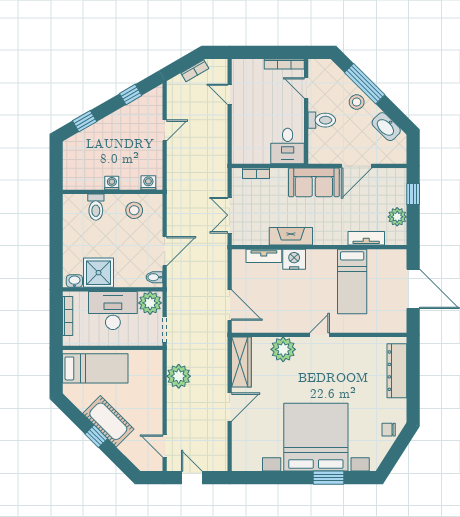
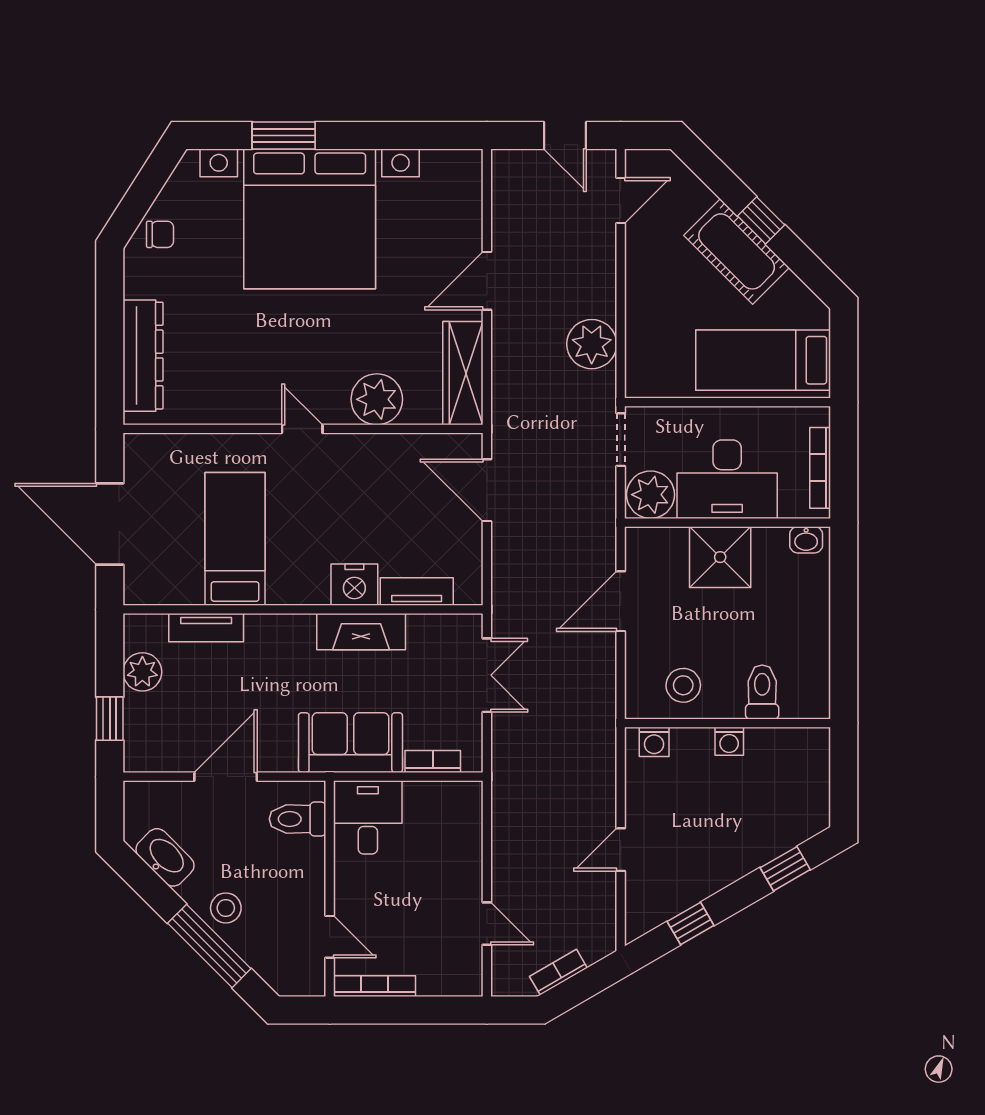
toilet: (322, 120) -> (298, 819), moved
sofa: (314, 182) -> (350, 743), moved
shower: (99, 273) -> (720, 557), moved
bidet: (154, 277) -> (642, 548), removed
door: (319, 335) -> (302, 429), swing flipped
door: (165, 446) -> (621, 201), hinge flipped

